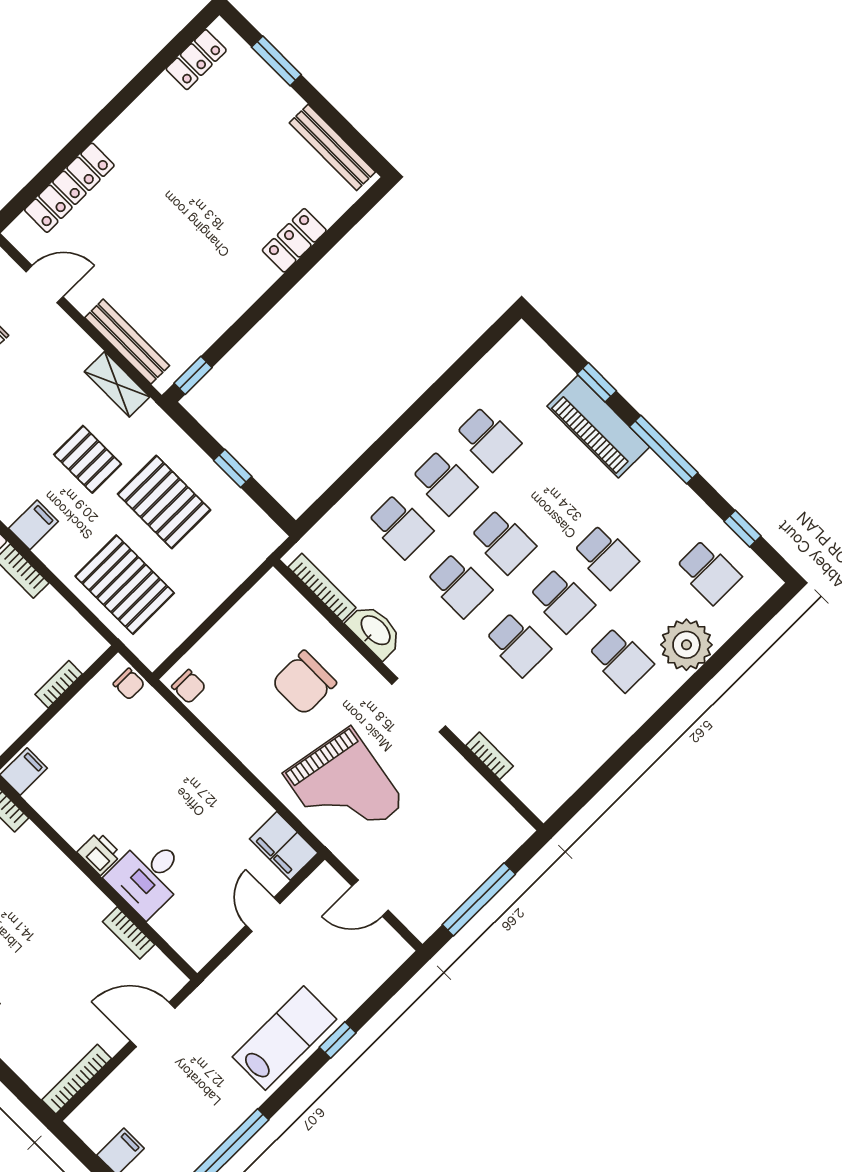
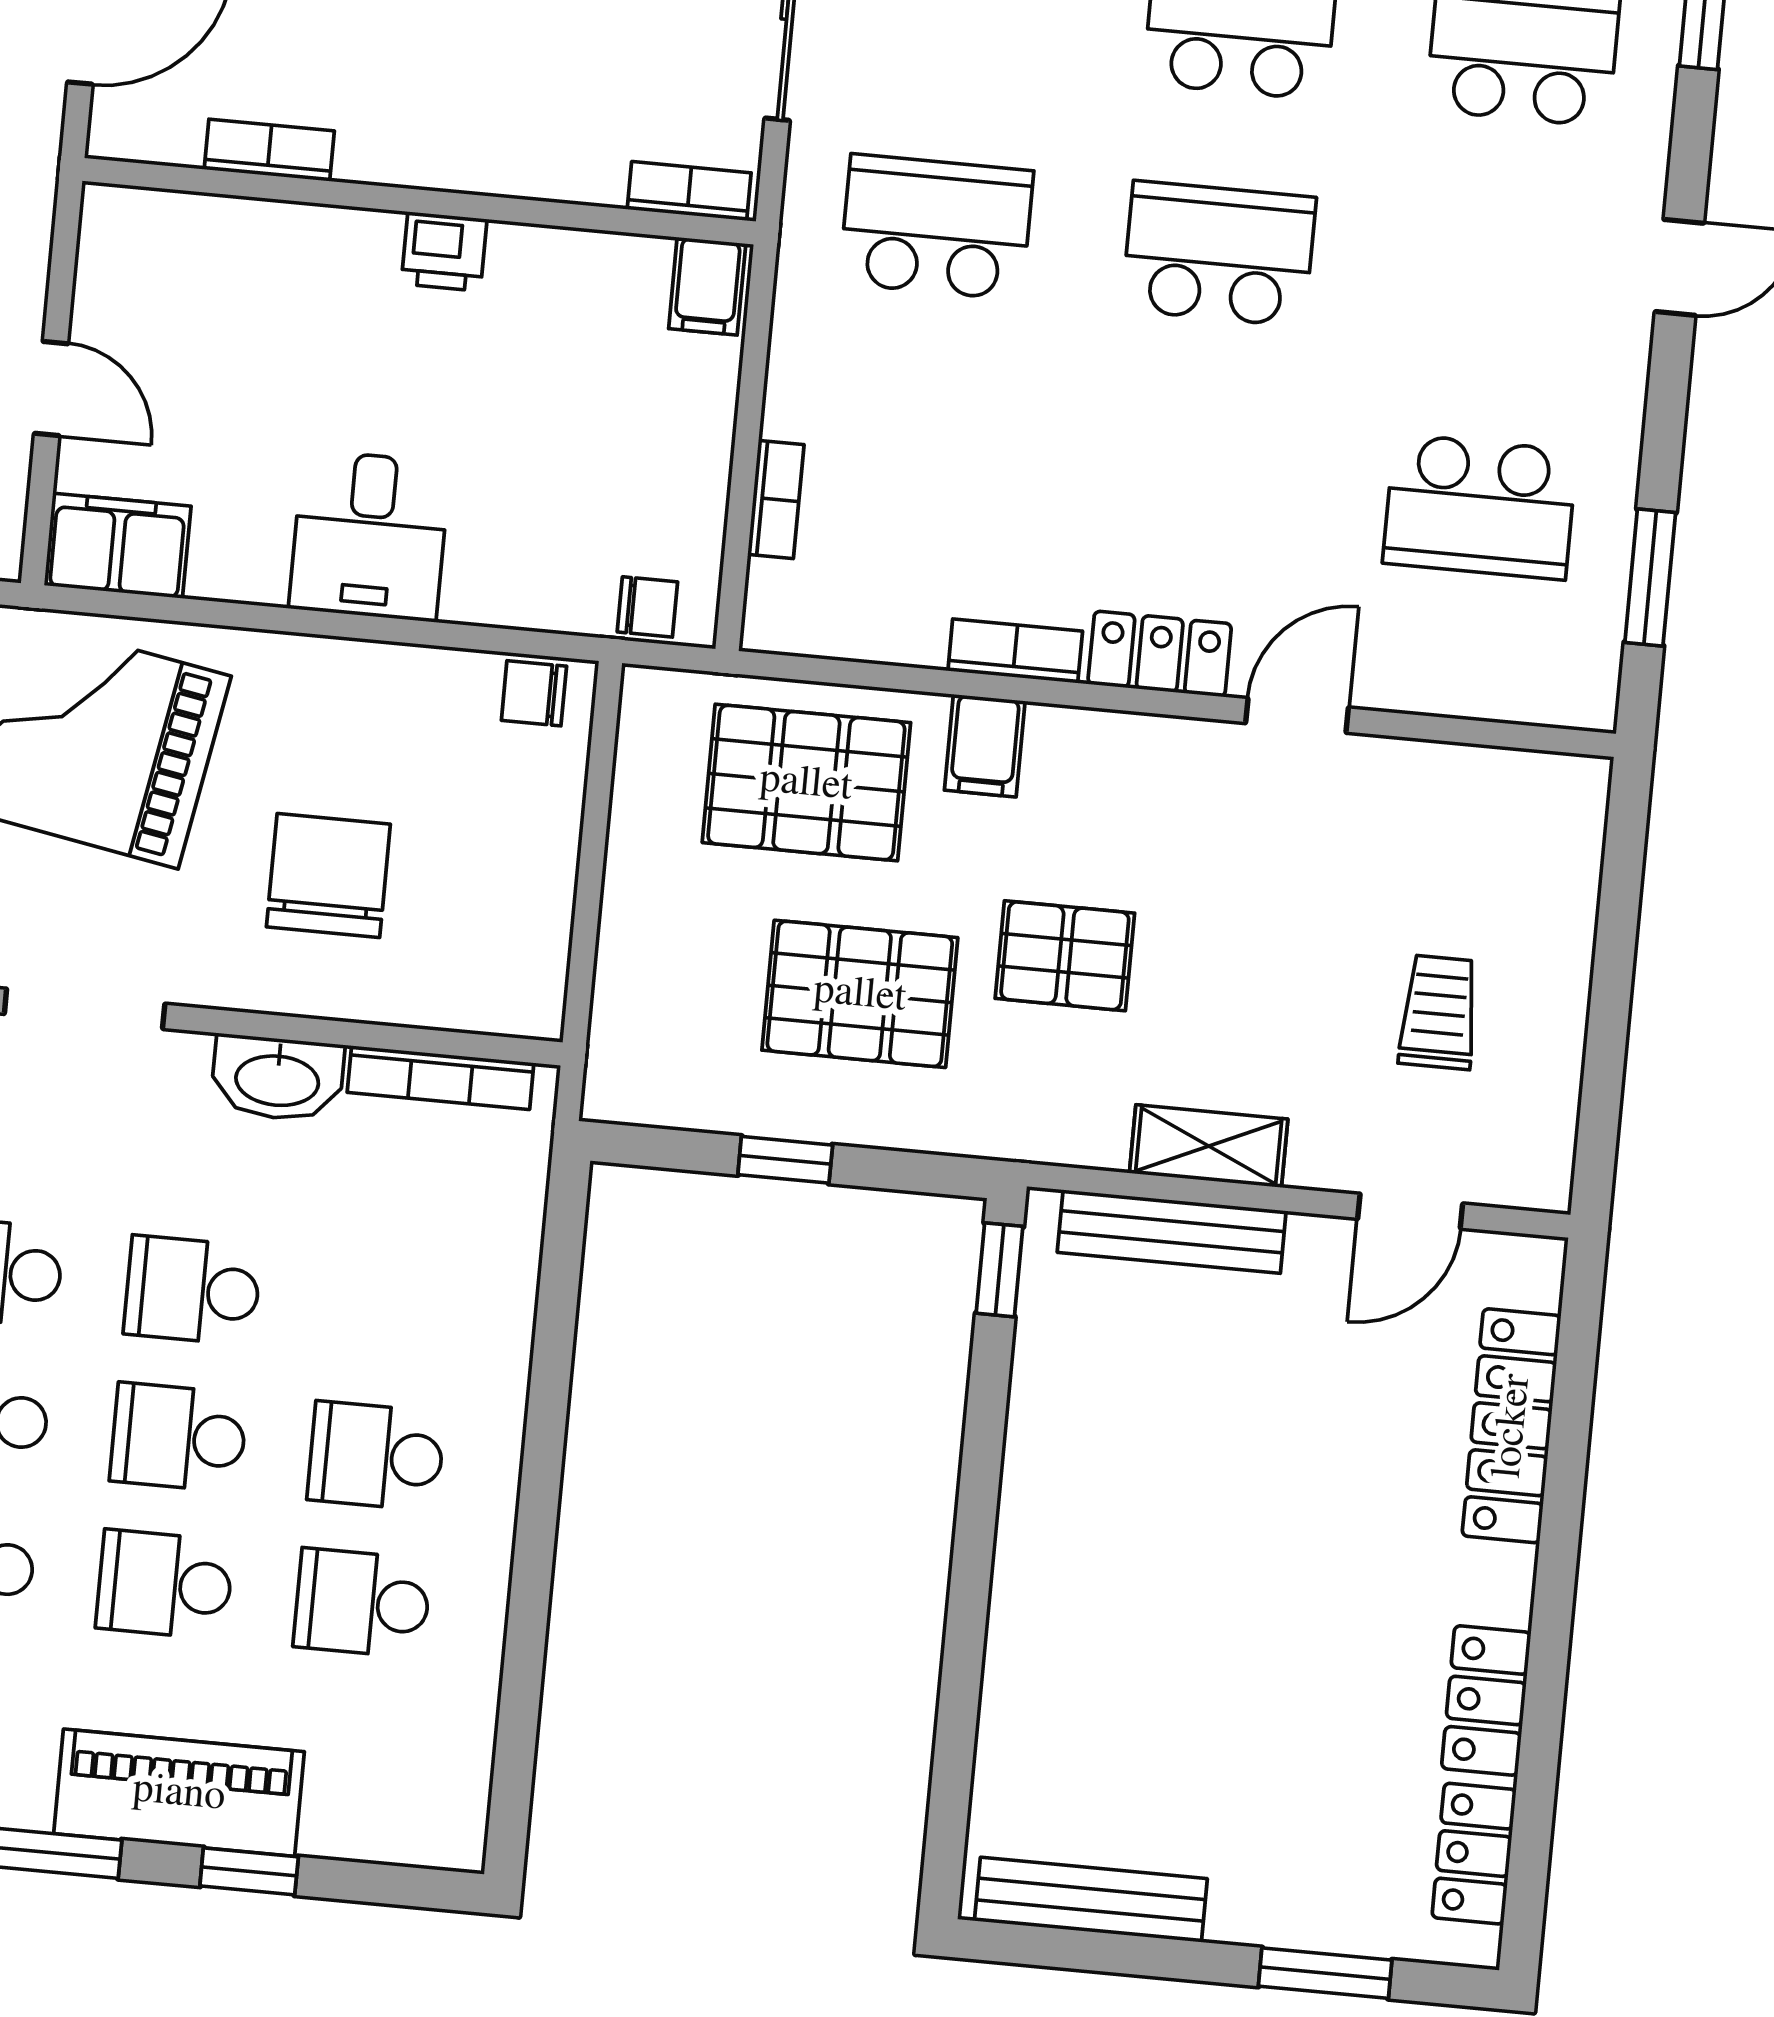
locker: (294, 240) -> (1486, 1700), moved, turned 180
shelving: (117, 384) -> (1209, 1146), moved
filing cabinet: (33, 525) -> (985, 746), moved
school desk: (400, 526) -> (165, 1584), moved
chair: (129, 684) -> (647, 607), turned 180
desk: (148, 876) -> (370, 536), moved, turned 180

